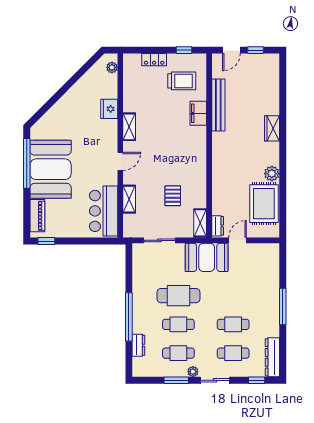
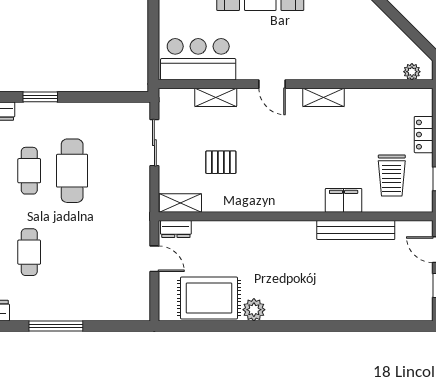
fridge: (109, 109) -> (350, 68), removed
wardrobe: (272, 128) -> (321, 310), removed
booth: (207, 257) -> (129, 213), removed
window: (129, 317) -> (40, 97), width x0.47

